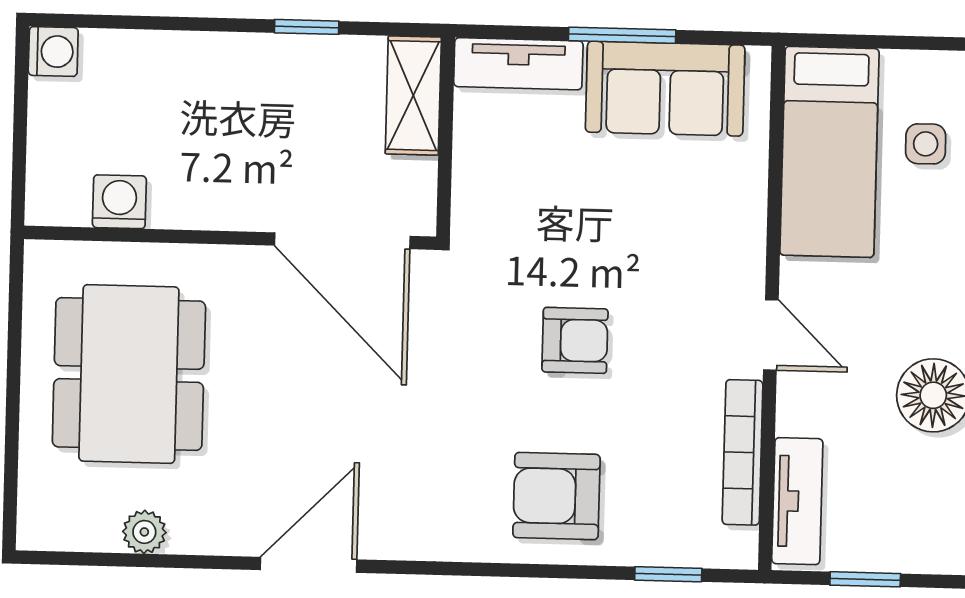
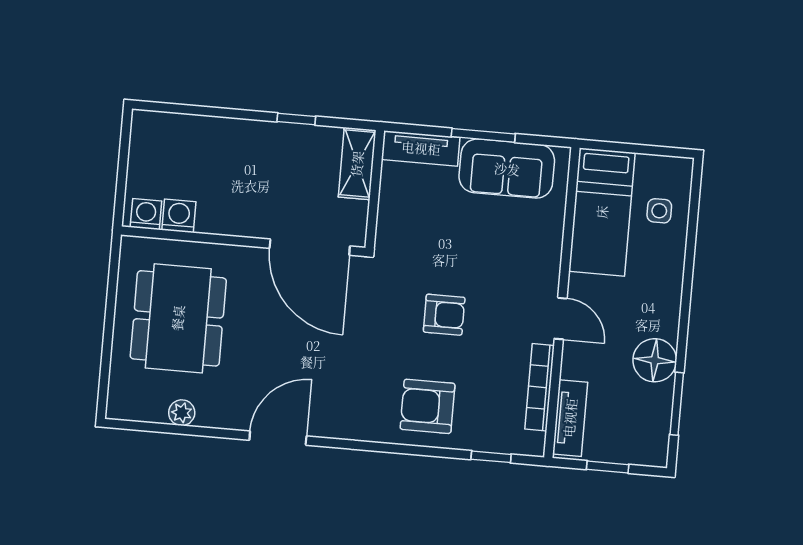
washing machine: (53, 51) -> (146, 214), moved, turned -90

